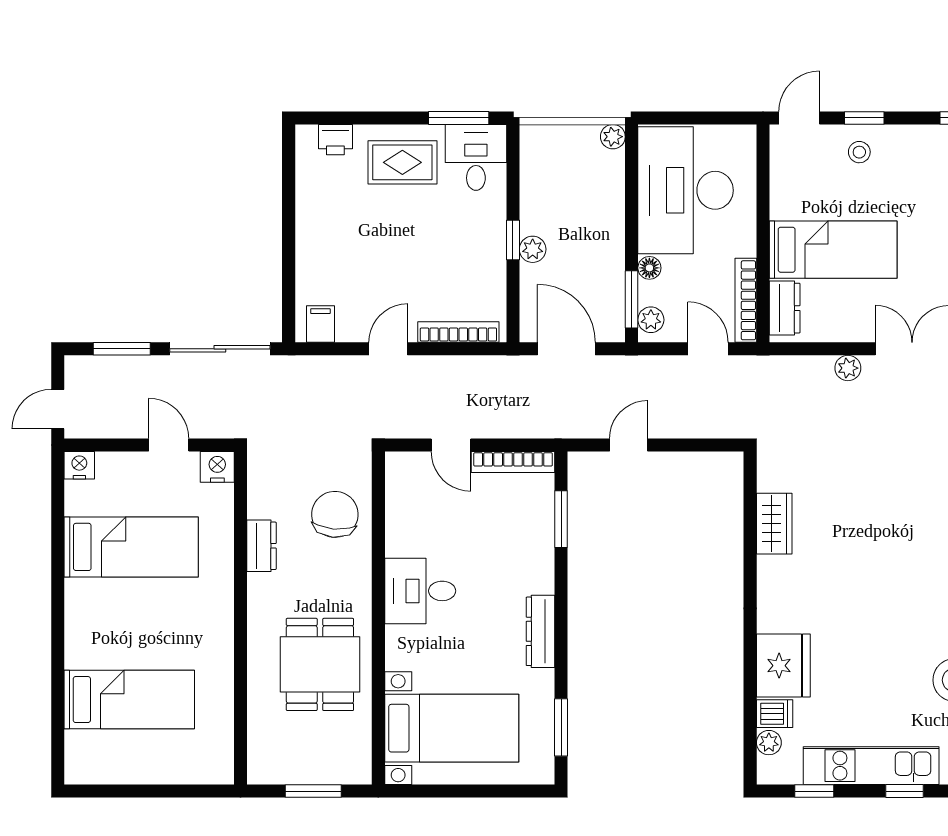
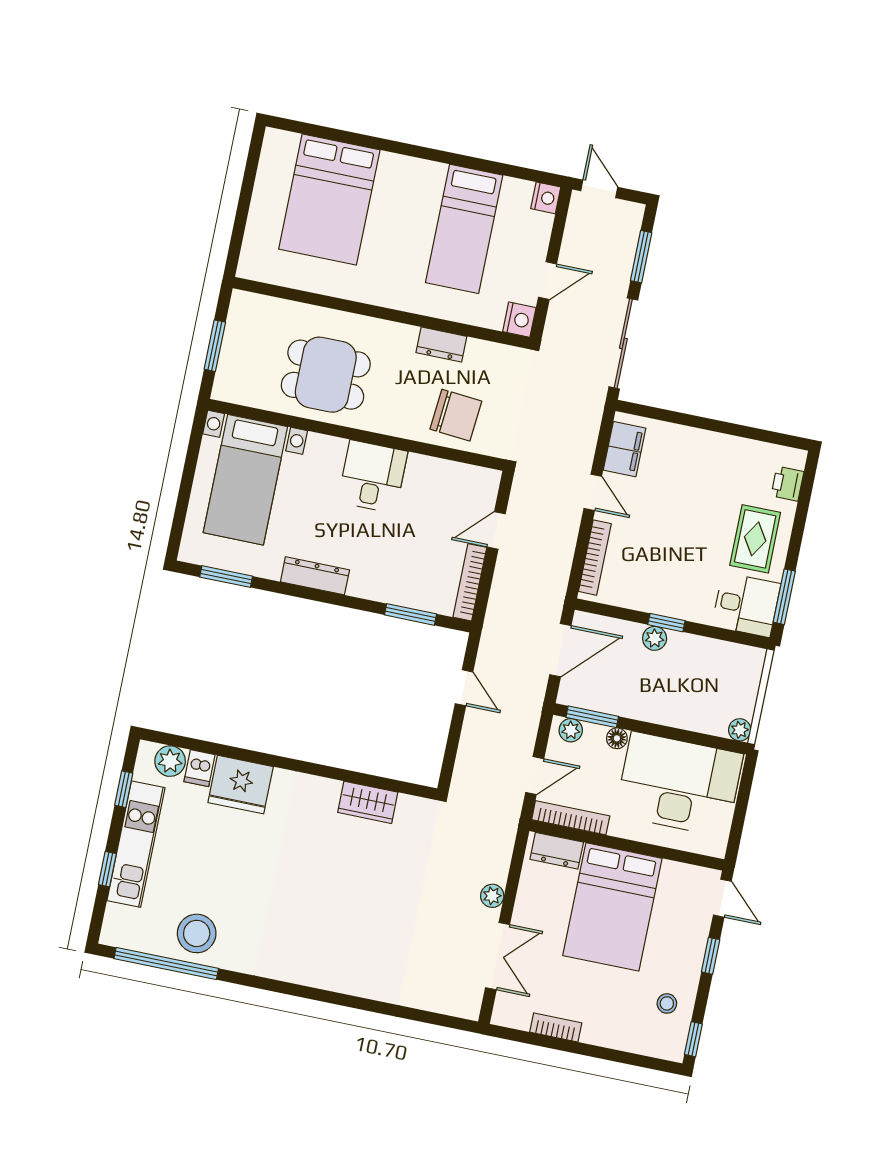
stool: (859, 152) -> (667, 1003), moved
bed: (833, 250) -> (612, 907), width x1.50
filing cabinet: (320, 324) -> (625, 449), width x2.00
bed: (129, 700) -> (329, 200), width x1.50
plant: (769, 743) -> (170, 761), width x1.38, depth x1.38

